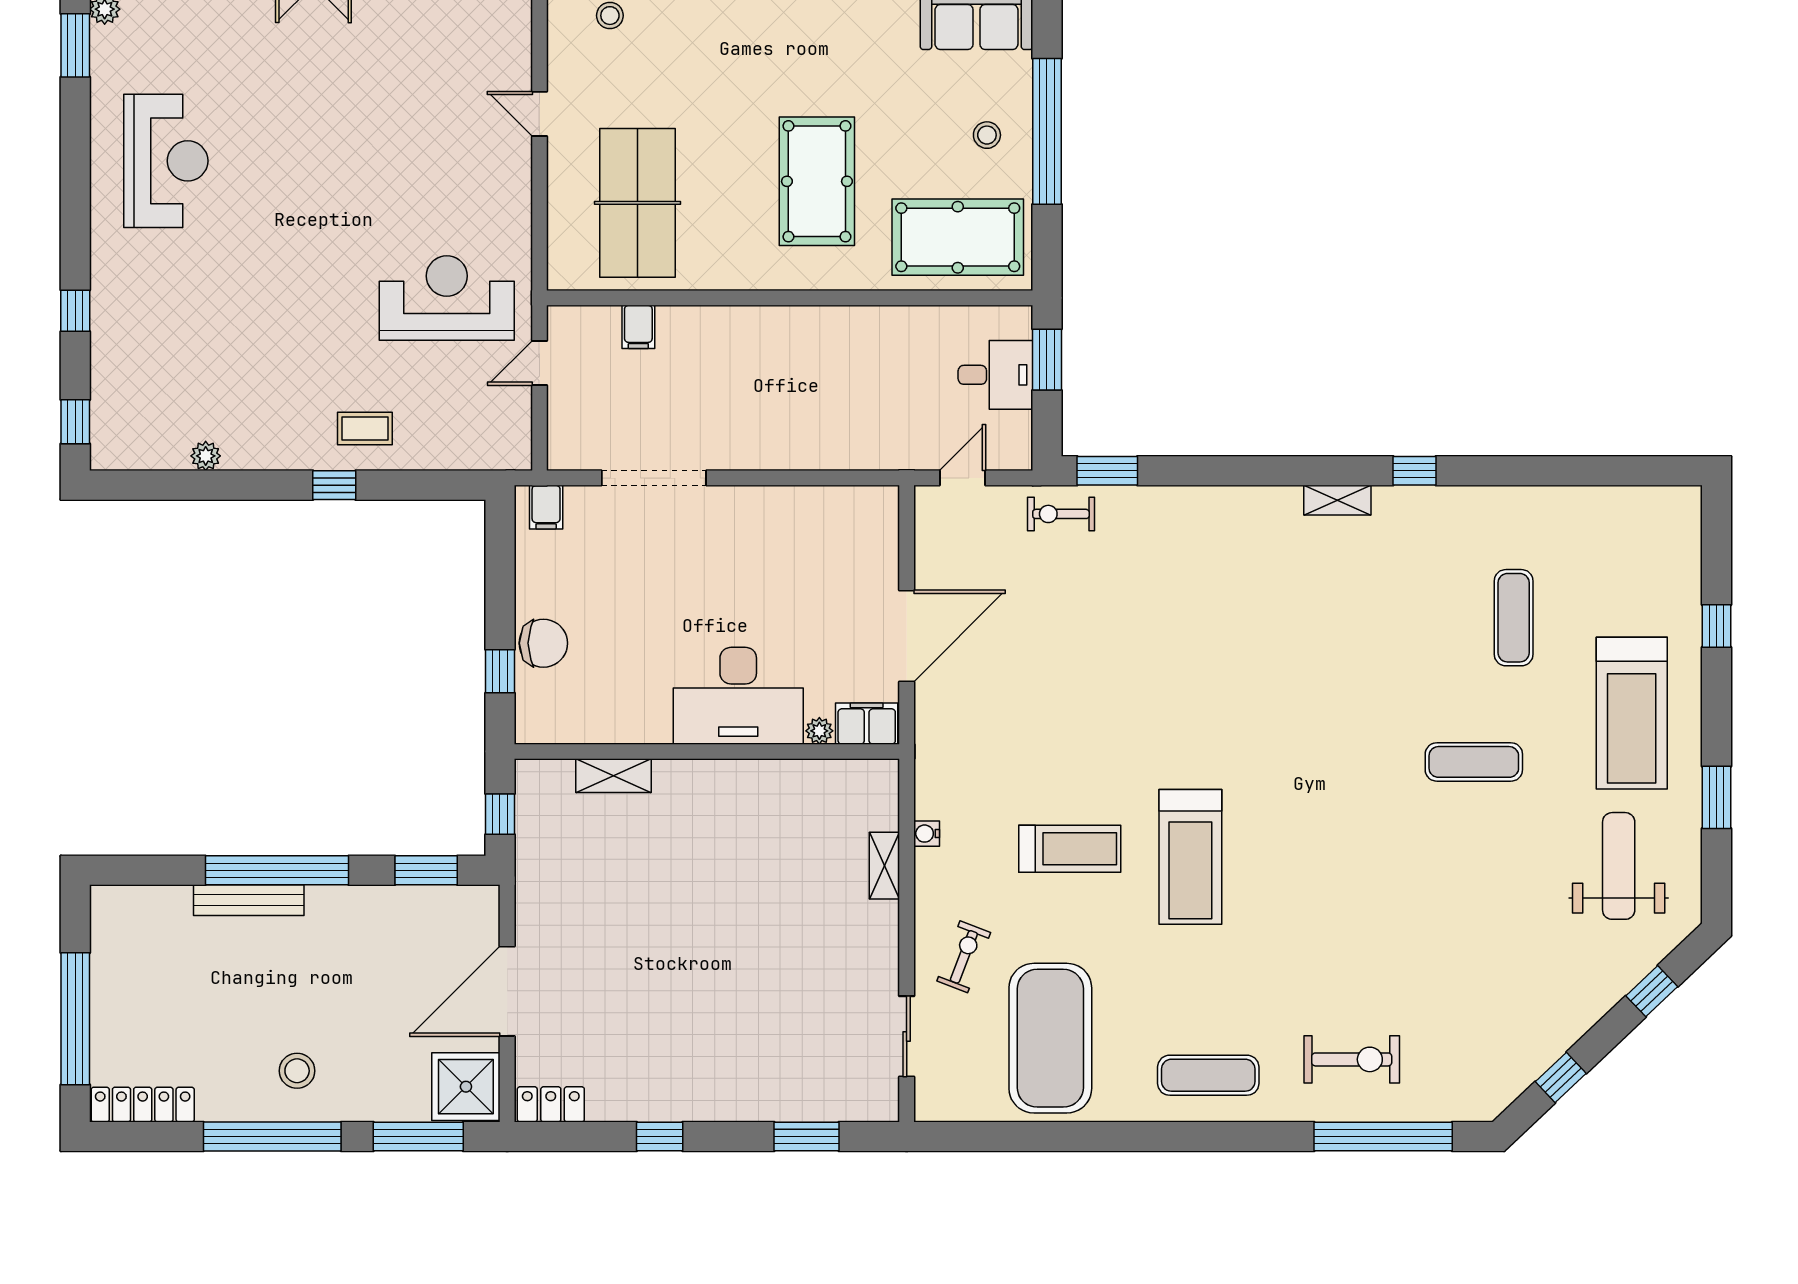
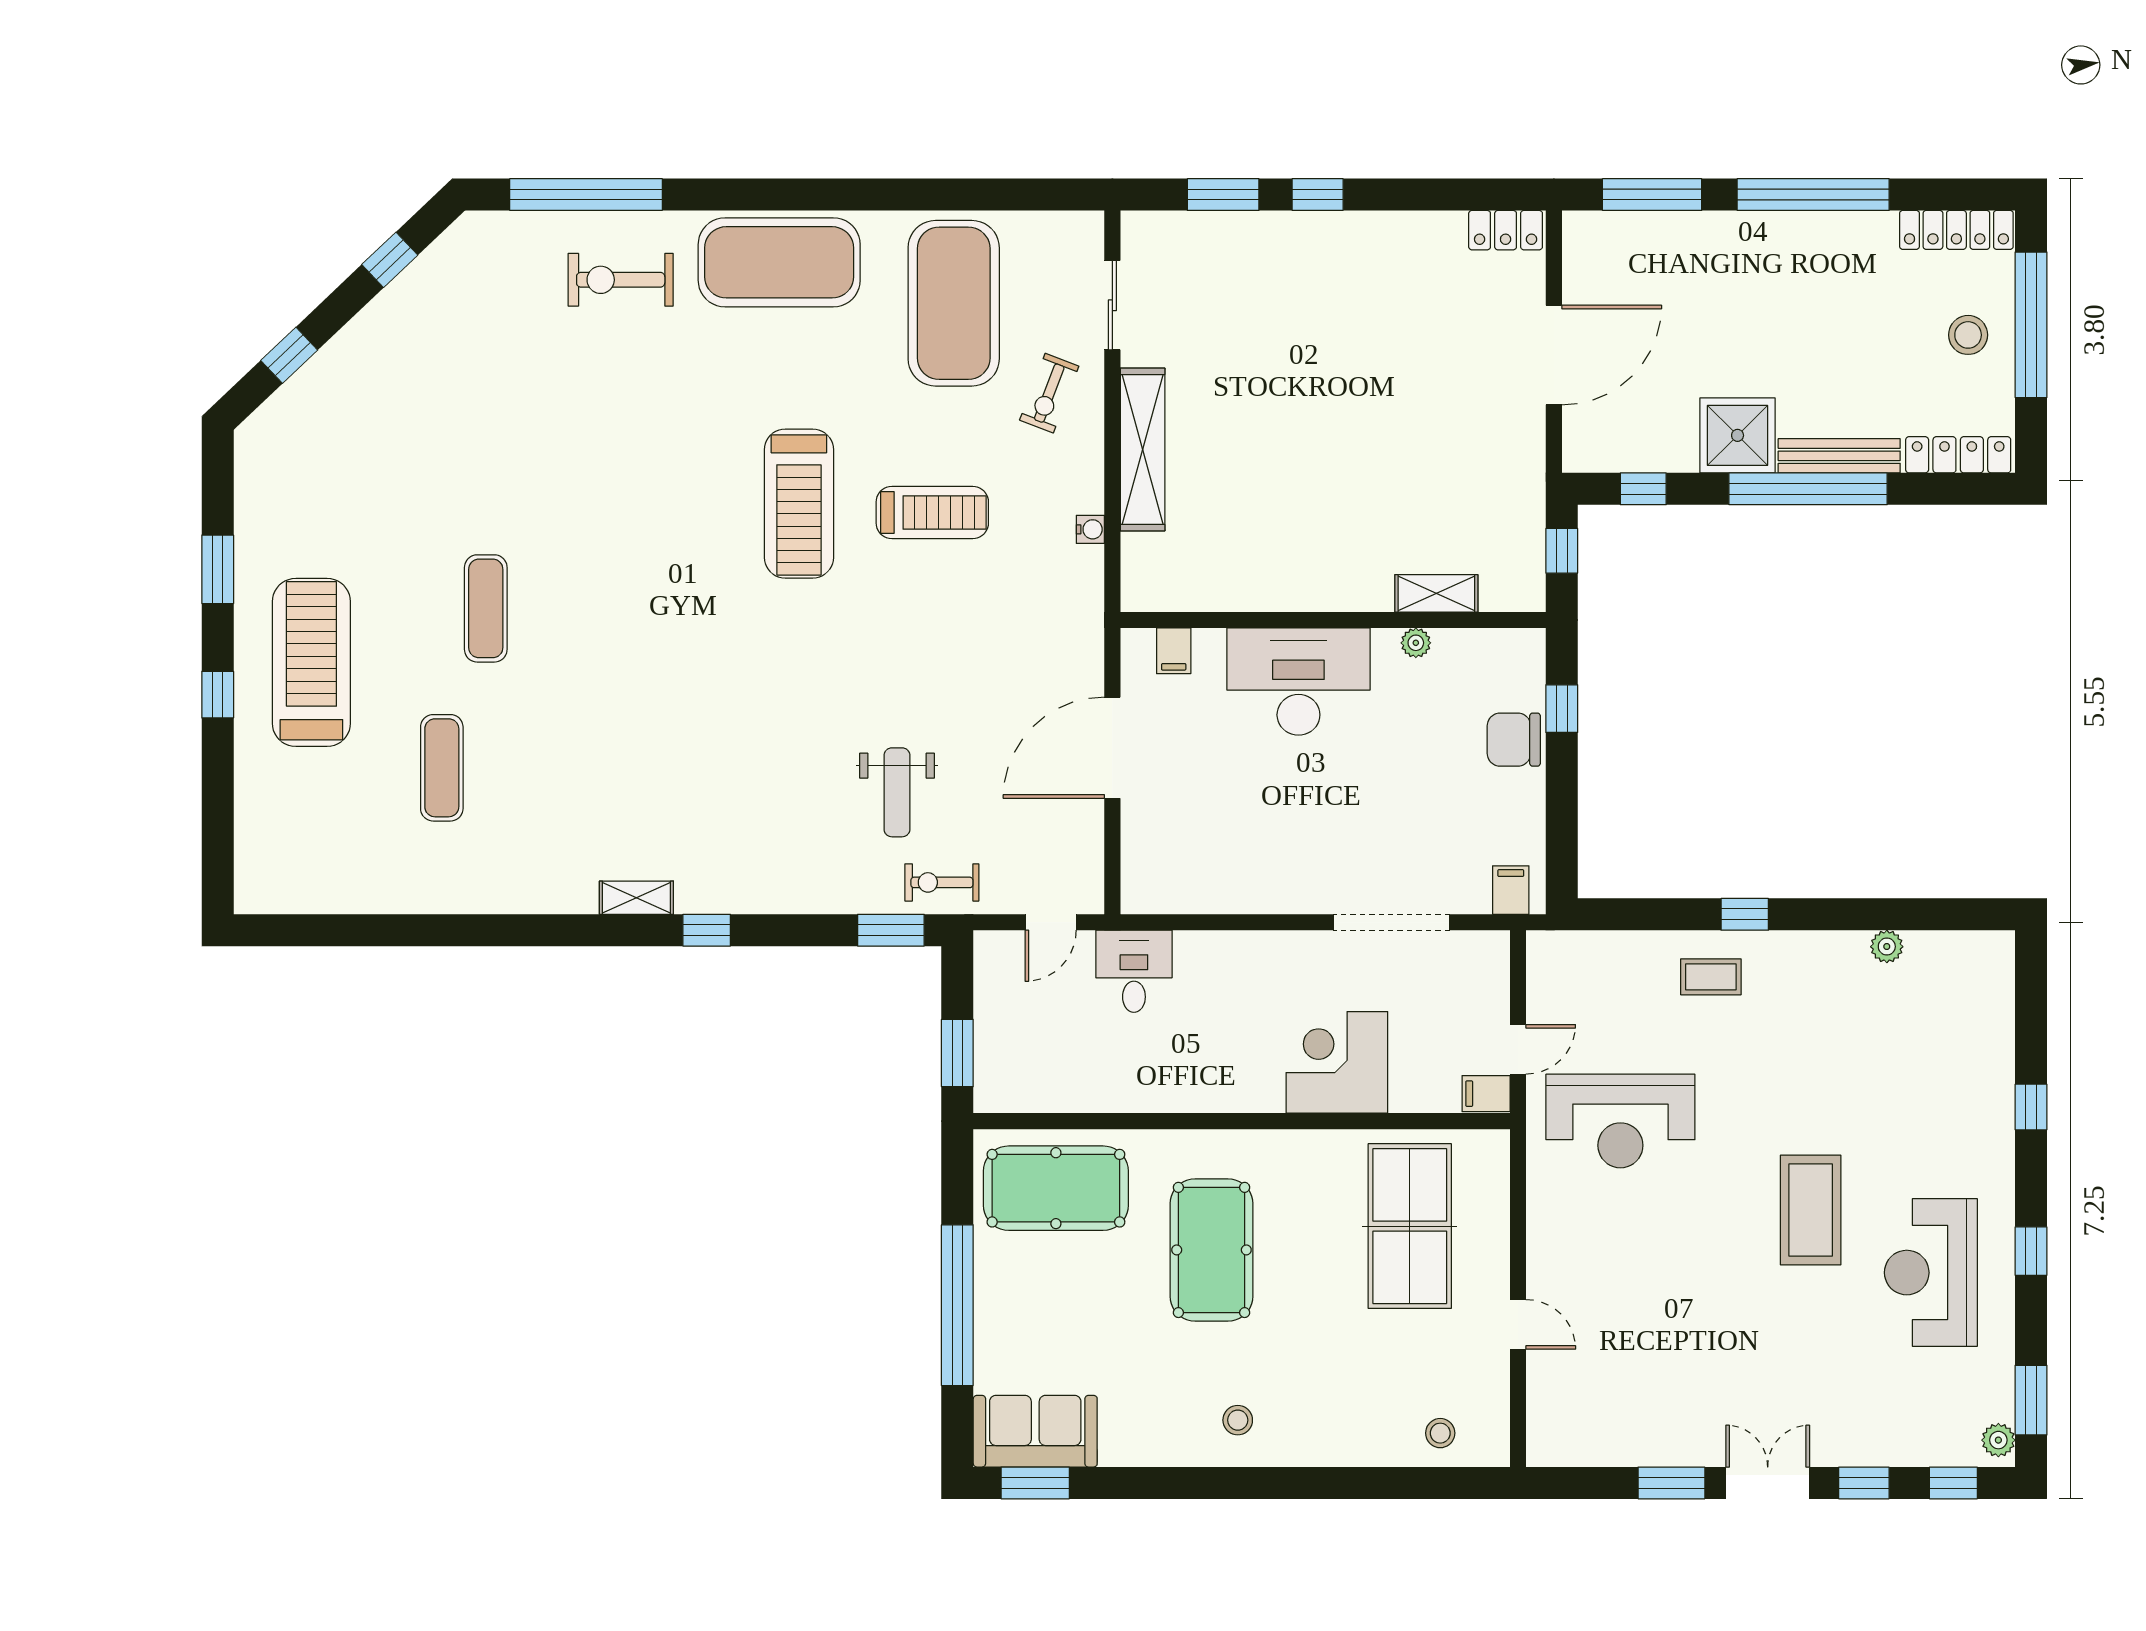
stool: (987, 135) -> (1238, 1420), moved
coffee table: (275, 217) -> (1811, 1210), added
filing cabinet: (638, 327) -> (1486, 1094), moved, turned -90
corner desk: (703, 351) -> (1337, 1062), added
desk: (995, 375) -> (1134, 971), moved, turned 90
window: (75, 422) -> (2031, 1251), moved
window: (1414, 471) -> (707, 930), moved
exercise bike: (1061, 514) -> (942, 882), turned 180
window: (1716, 626) -> (218, 695), moved
filing cabinet: (867, 724) -> (1174, 651), width x0.50
plant: (819, 731) -> (1416, 643), moved
exercise mat: (1474, 762) -> (486, 608), turned 90
treadmill: (1070, 849) -> (932, 513), turned 180
treadmill: (1190, 857) -> (799, 504), turned 180
shelving: (884, 866) -> (1143, 450), width x2.20, depth x1.33
weight bench: (1619, 866) -> (897, 792), moved, width x0.73, depth x0.75
window: (426, 870) -> (1643, 489), width x0.67
locker: (141, 901) -> (1958, 455), added
stool: (297, 1071) -> (1968, 335), moved
exercise mat: (1208, 1075) -> (779, 262), width x2.00, depth x1.45
shower: (466, 1087) -> (1738, 435), moved
window: (660, 1137) -> (1318, 195), moved

